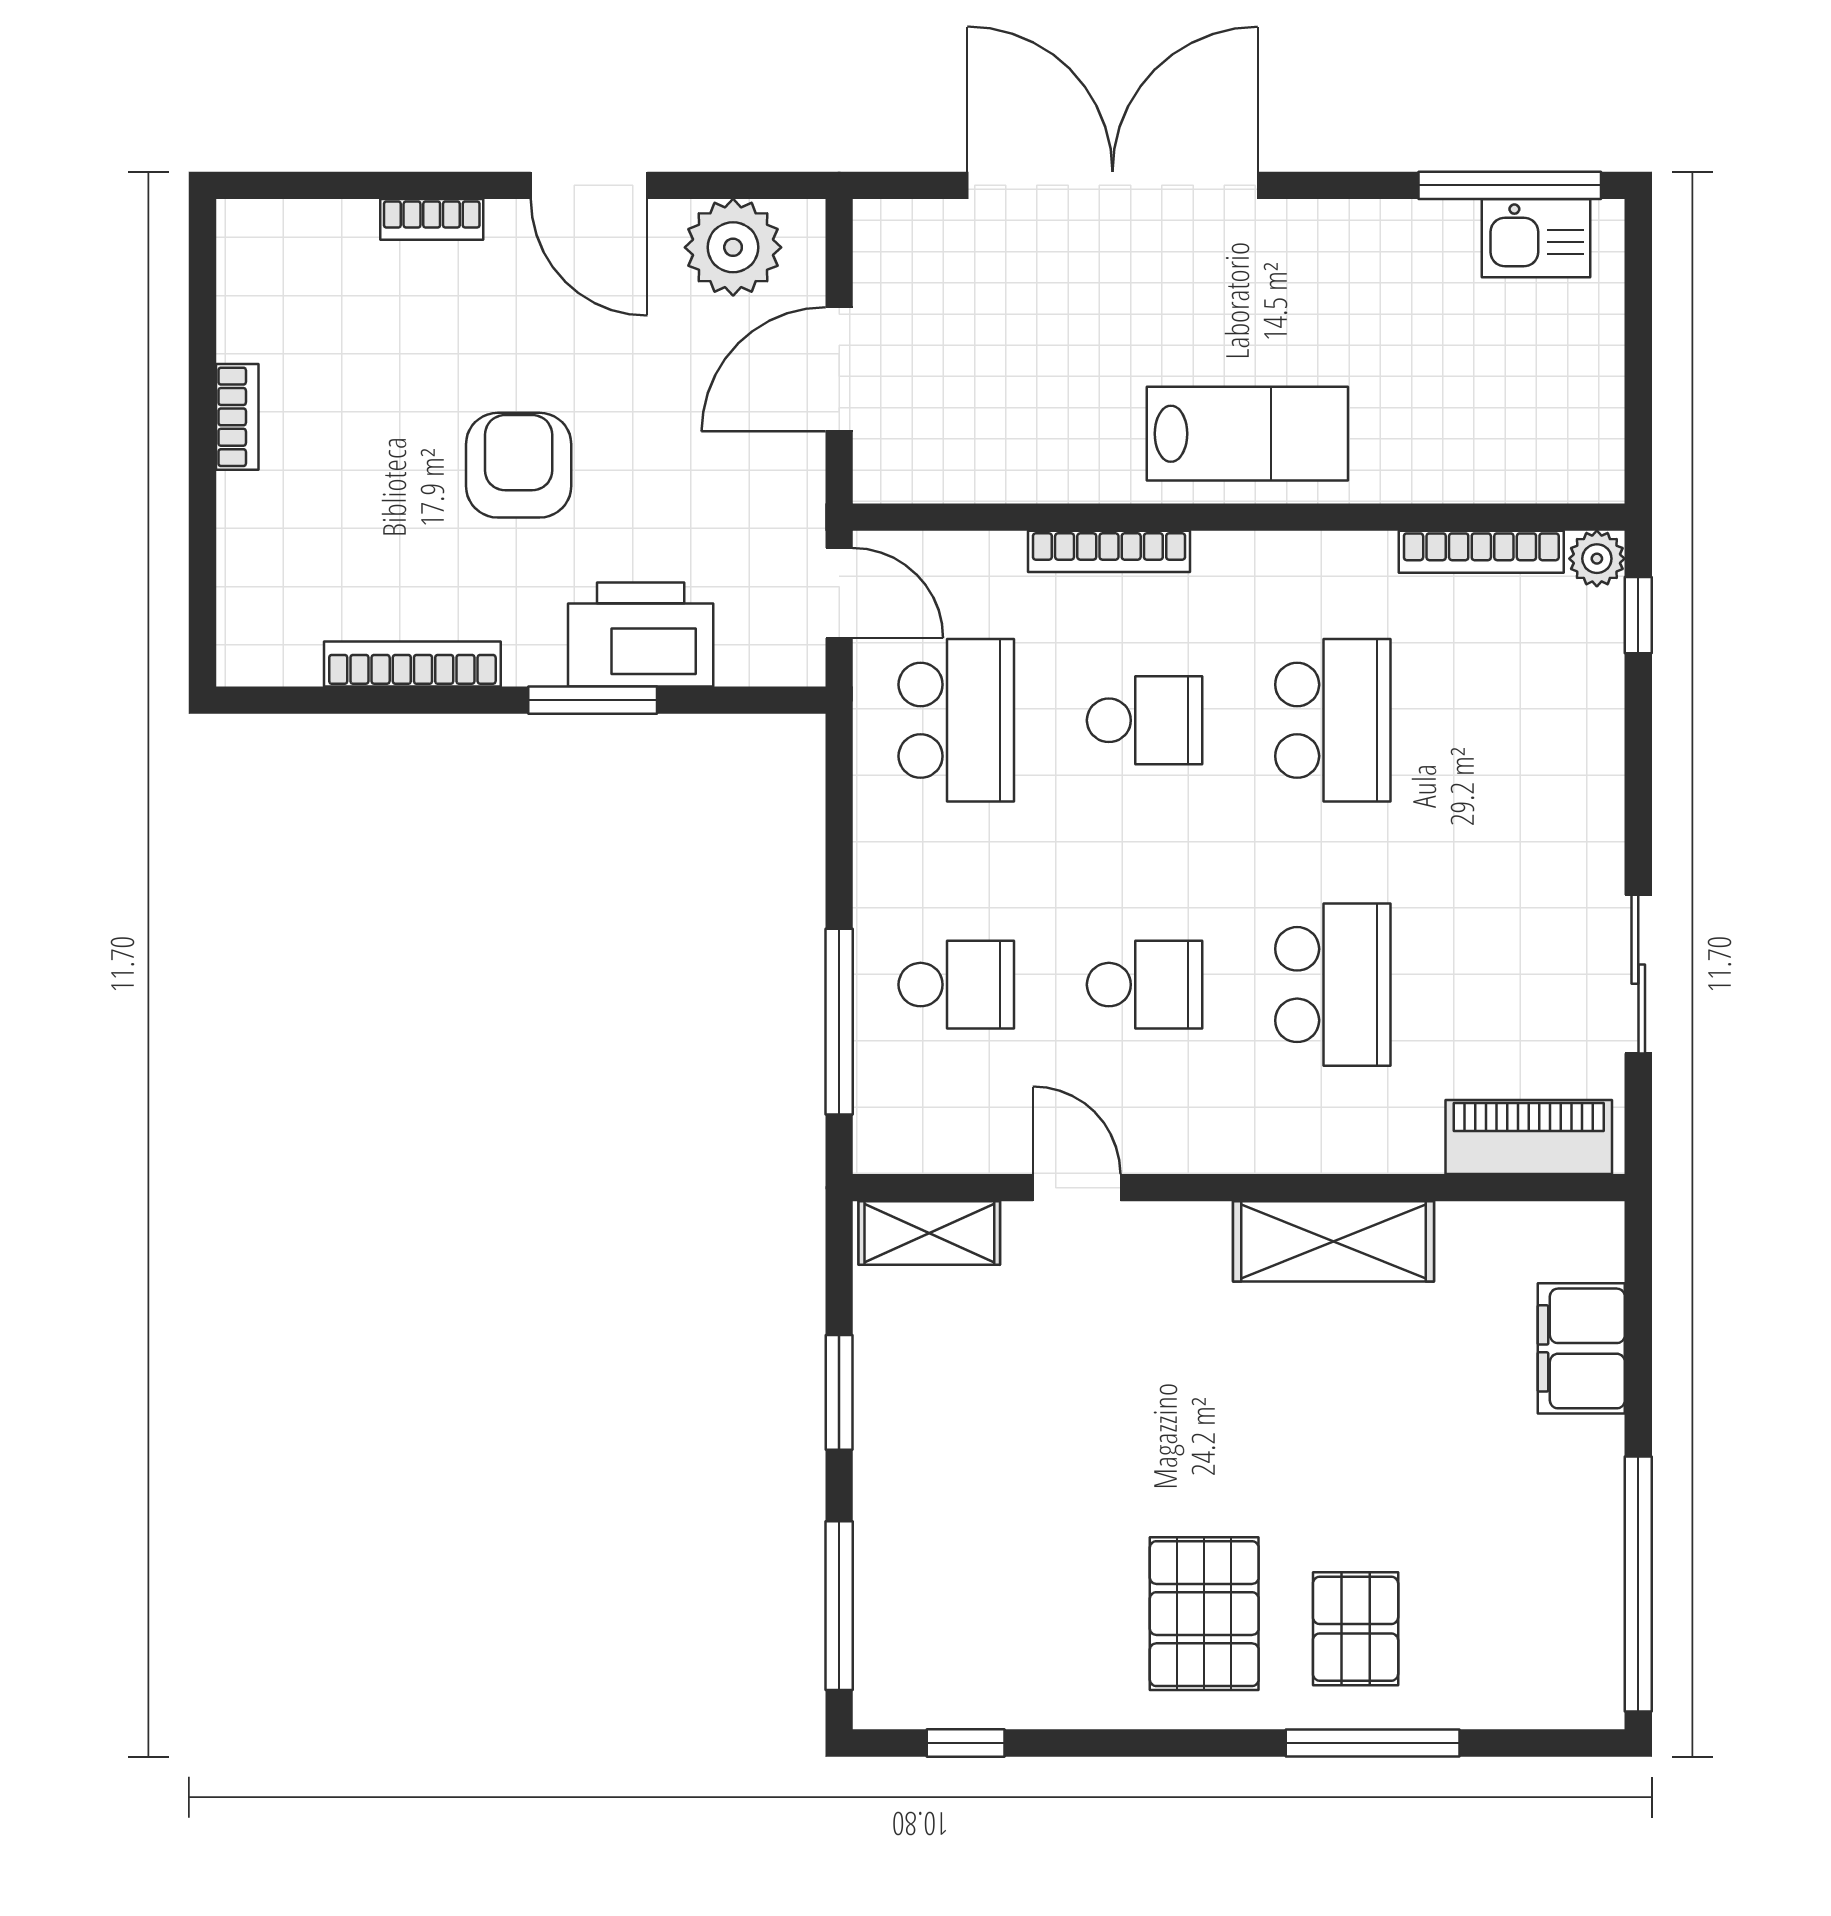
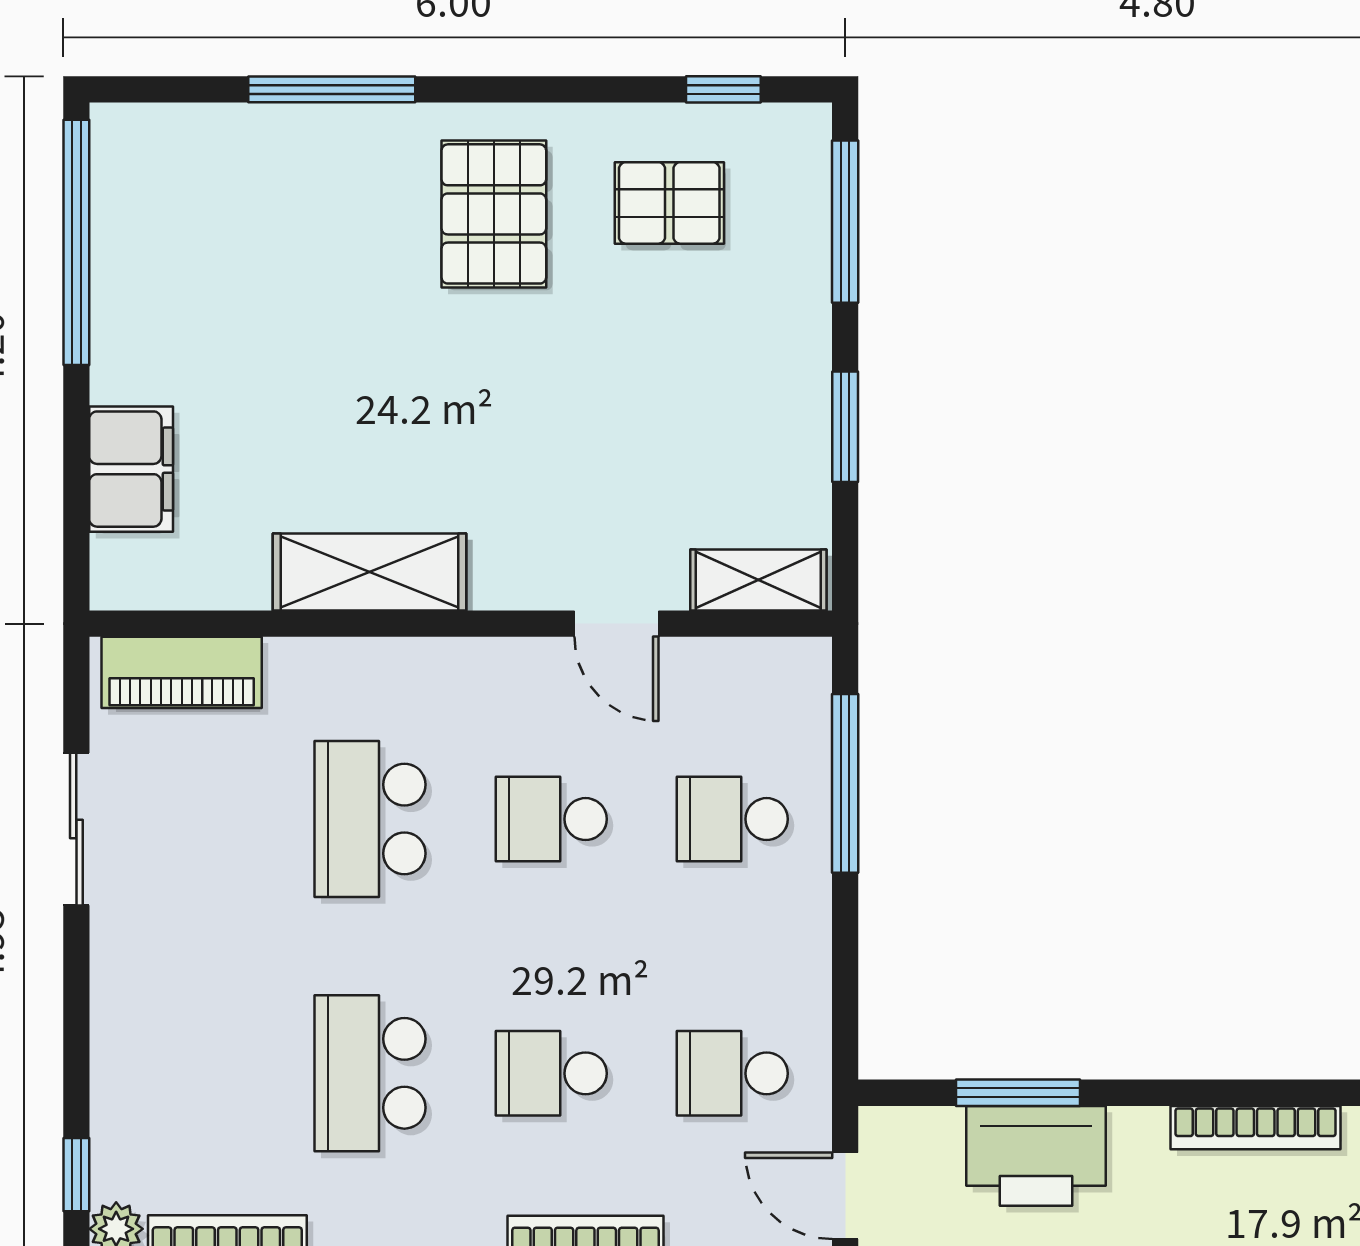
window: (593, 700) -> (1018, 1093), moved
school desk: (956, 720) -> (732, 1073), width x0.54
pallet: (1356, 1629) -> (669, 203), moved, turned 90

